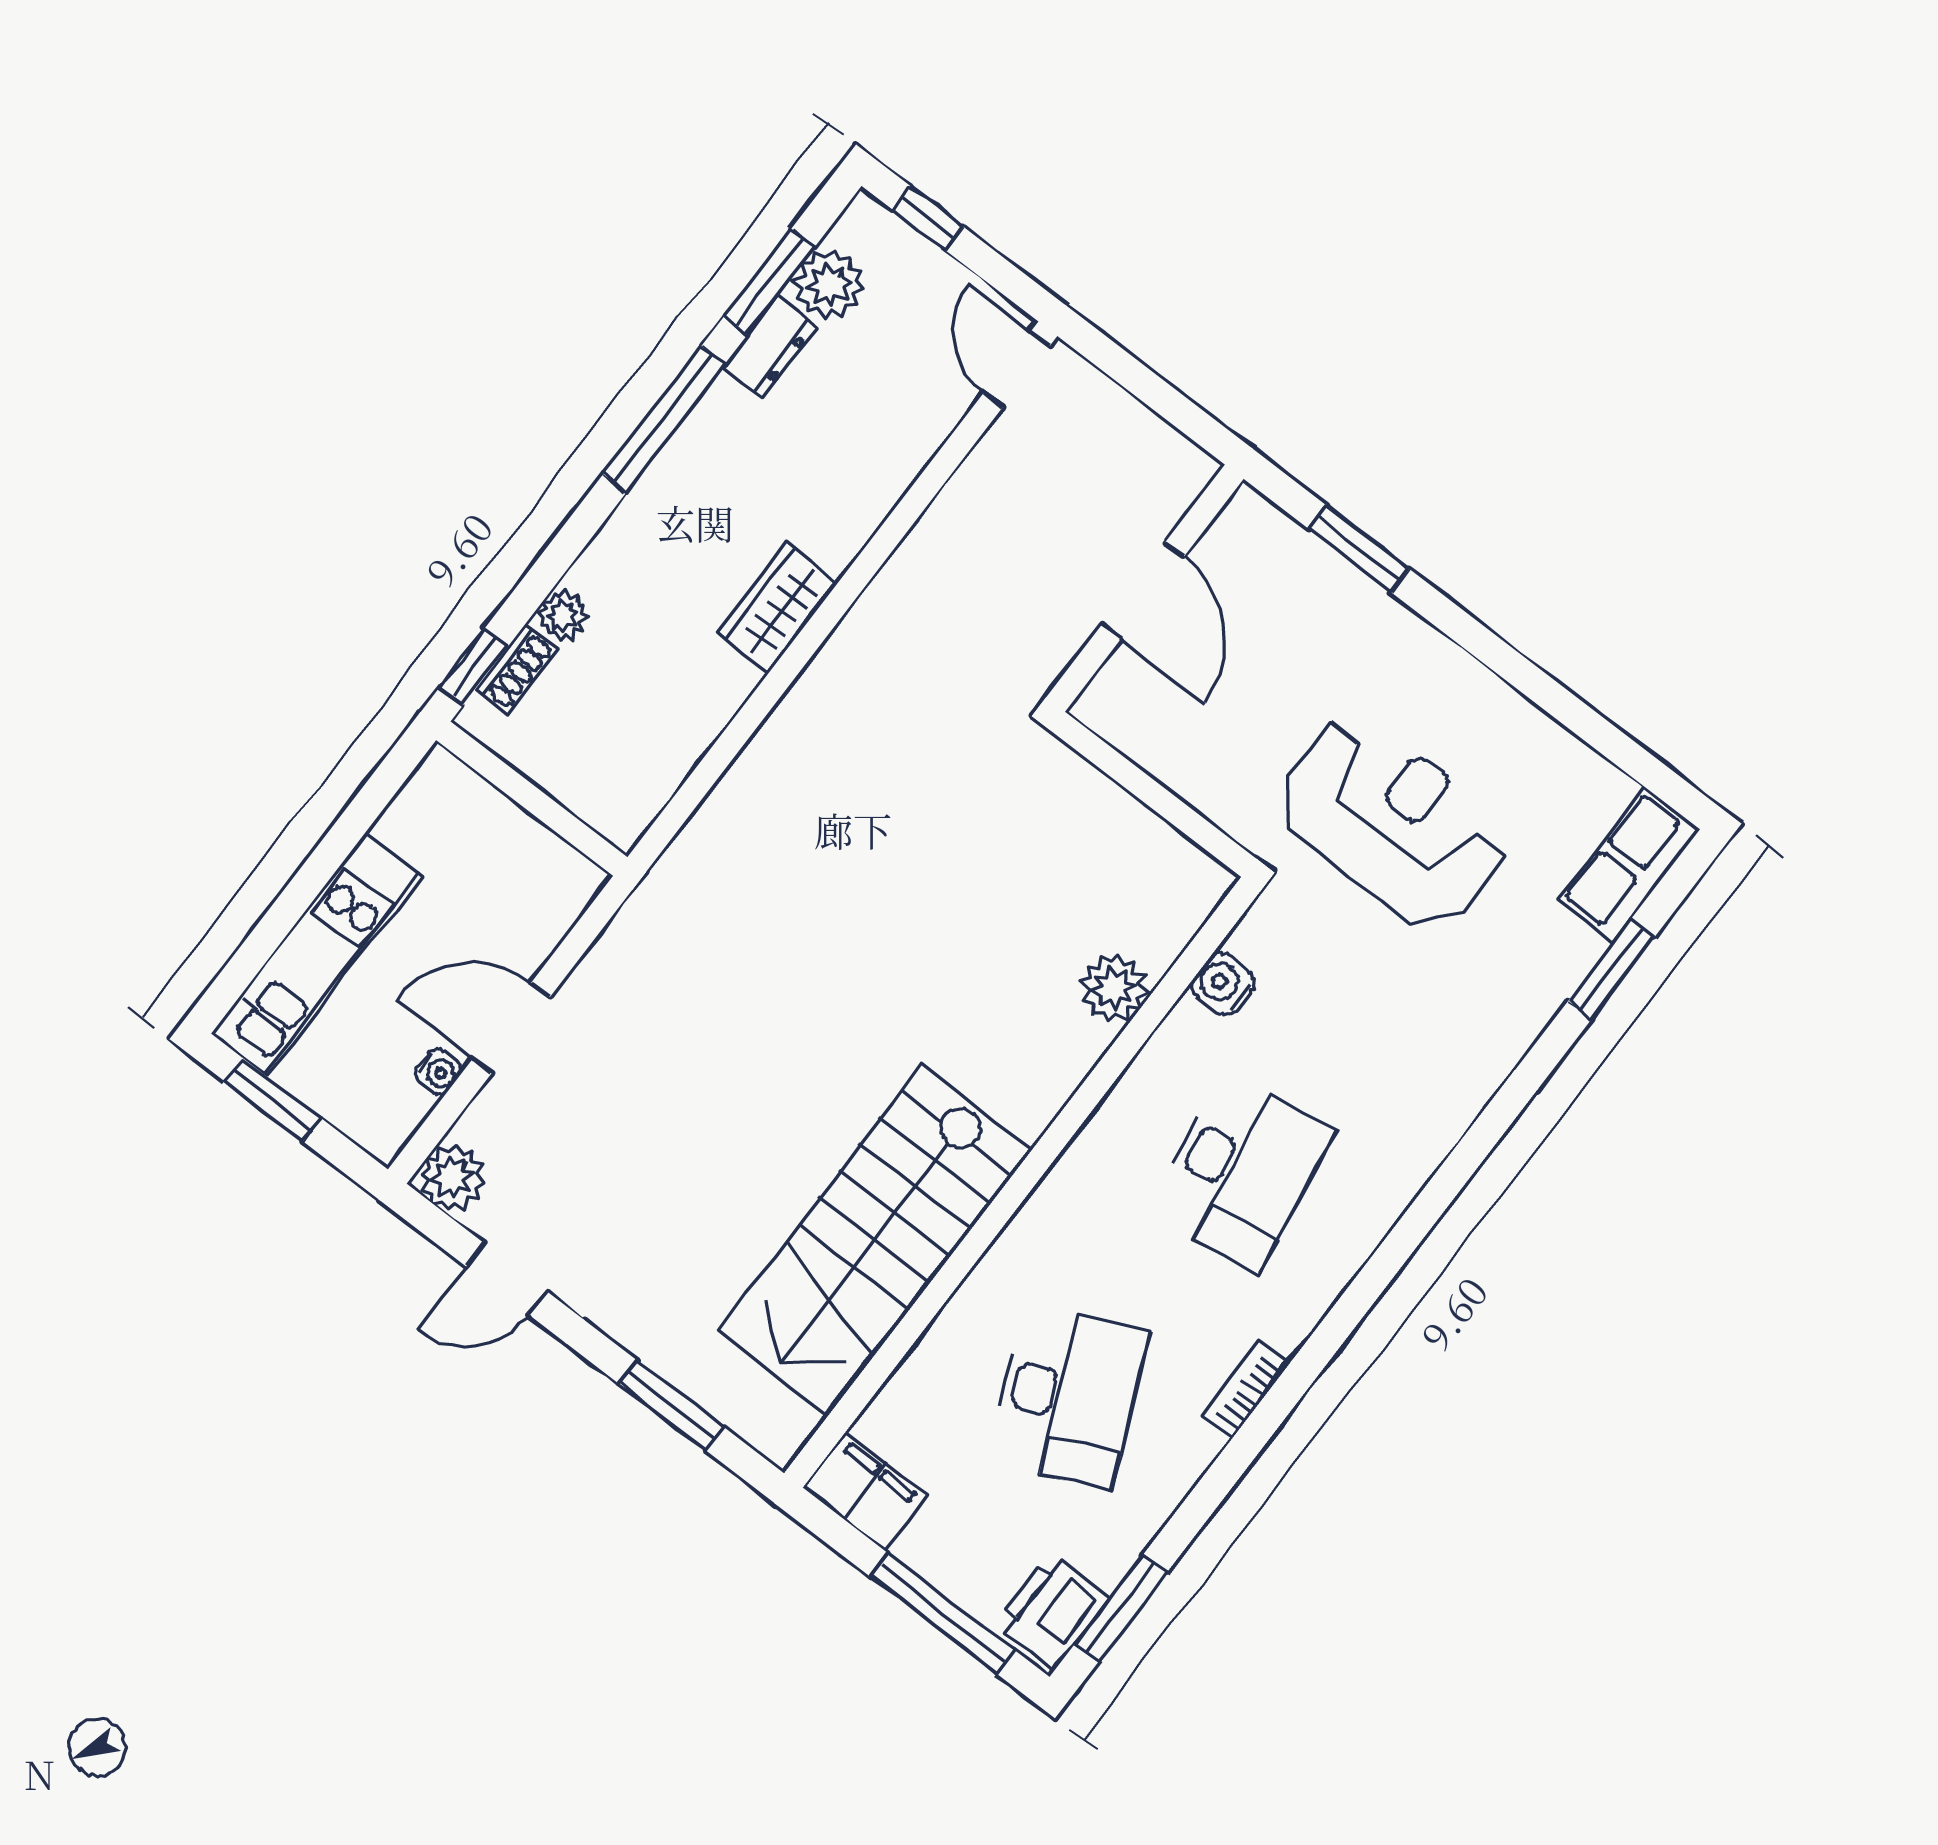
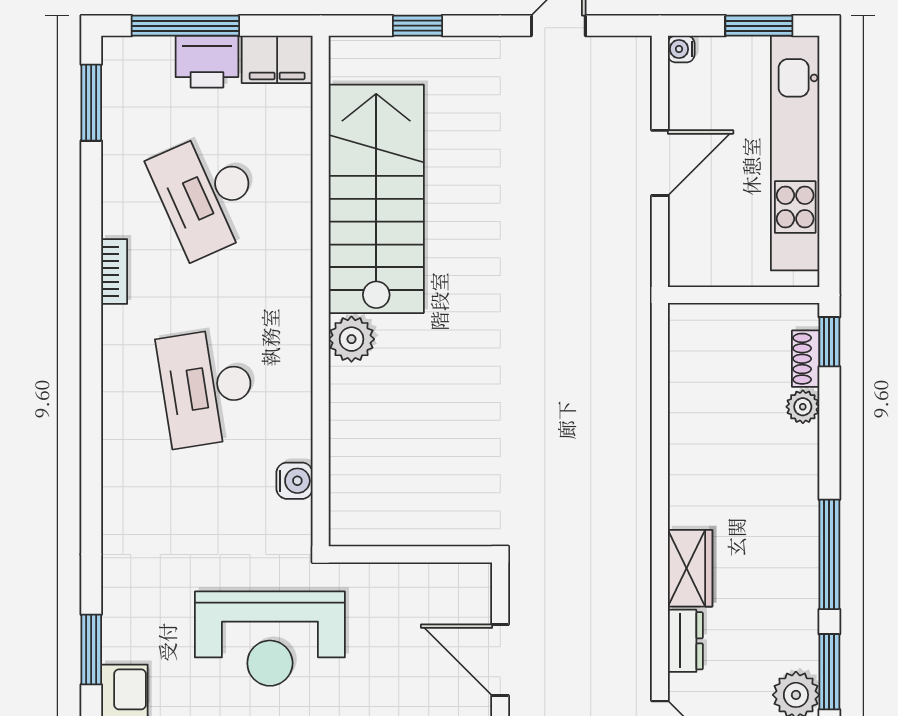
dresser: (770, 347) -> (685, 641), moved, turned 180
wardrobe: (777, 608) -> (690, 568), moved
kitchen unit: (316, 955) -> (795, 153), width x1.36
plant: (1114, 988) -> (351, 339), moved
water cooler: (438, 1071) -> (681, 49), moved
plant: (452, 1178) -> (630, 58), removed
window: (671, 1405) -> (418, 26), width x0.67
printer: (1052, 1610) -> (207, 62), moved, turned 90

